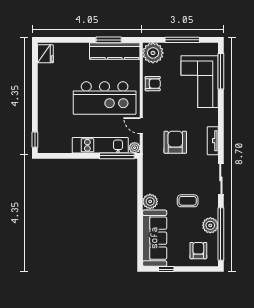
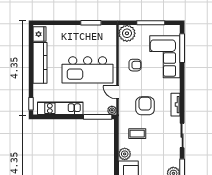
kitchen counter: (115, 51) -> (40, 63), moved, turned -90
armchair: (153, 84) -> (135, 65), moved
kitchen unit: (100, 145) -> (60, 108), moved
coffee table: (188, 201) -> (137, 134), moved

